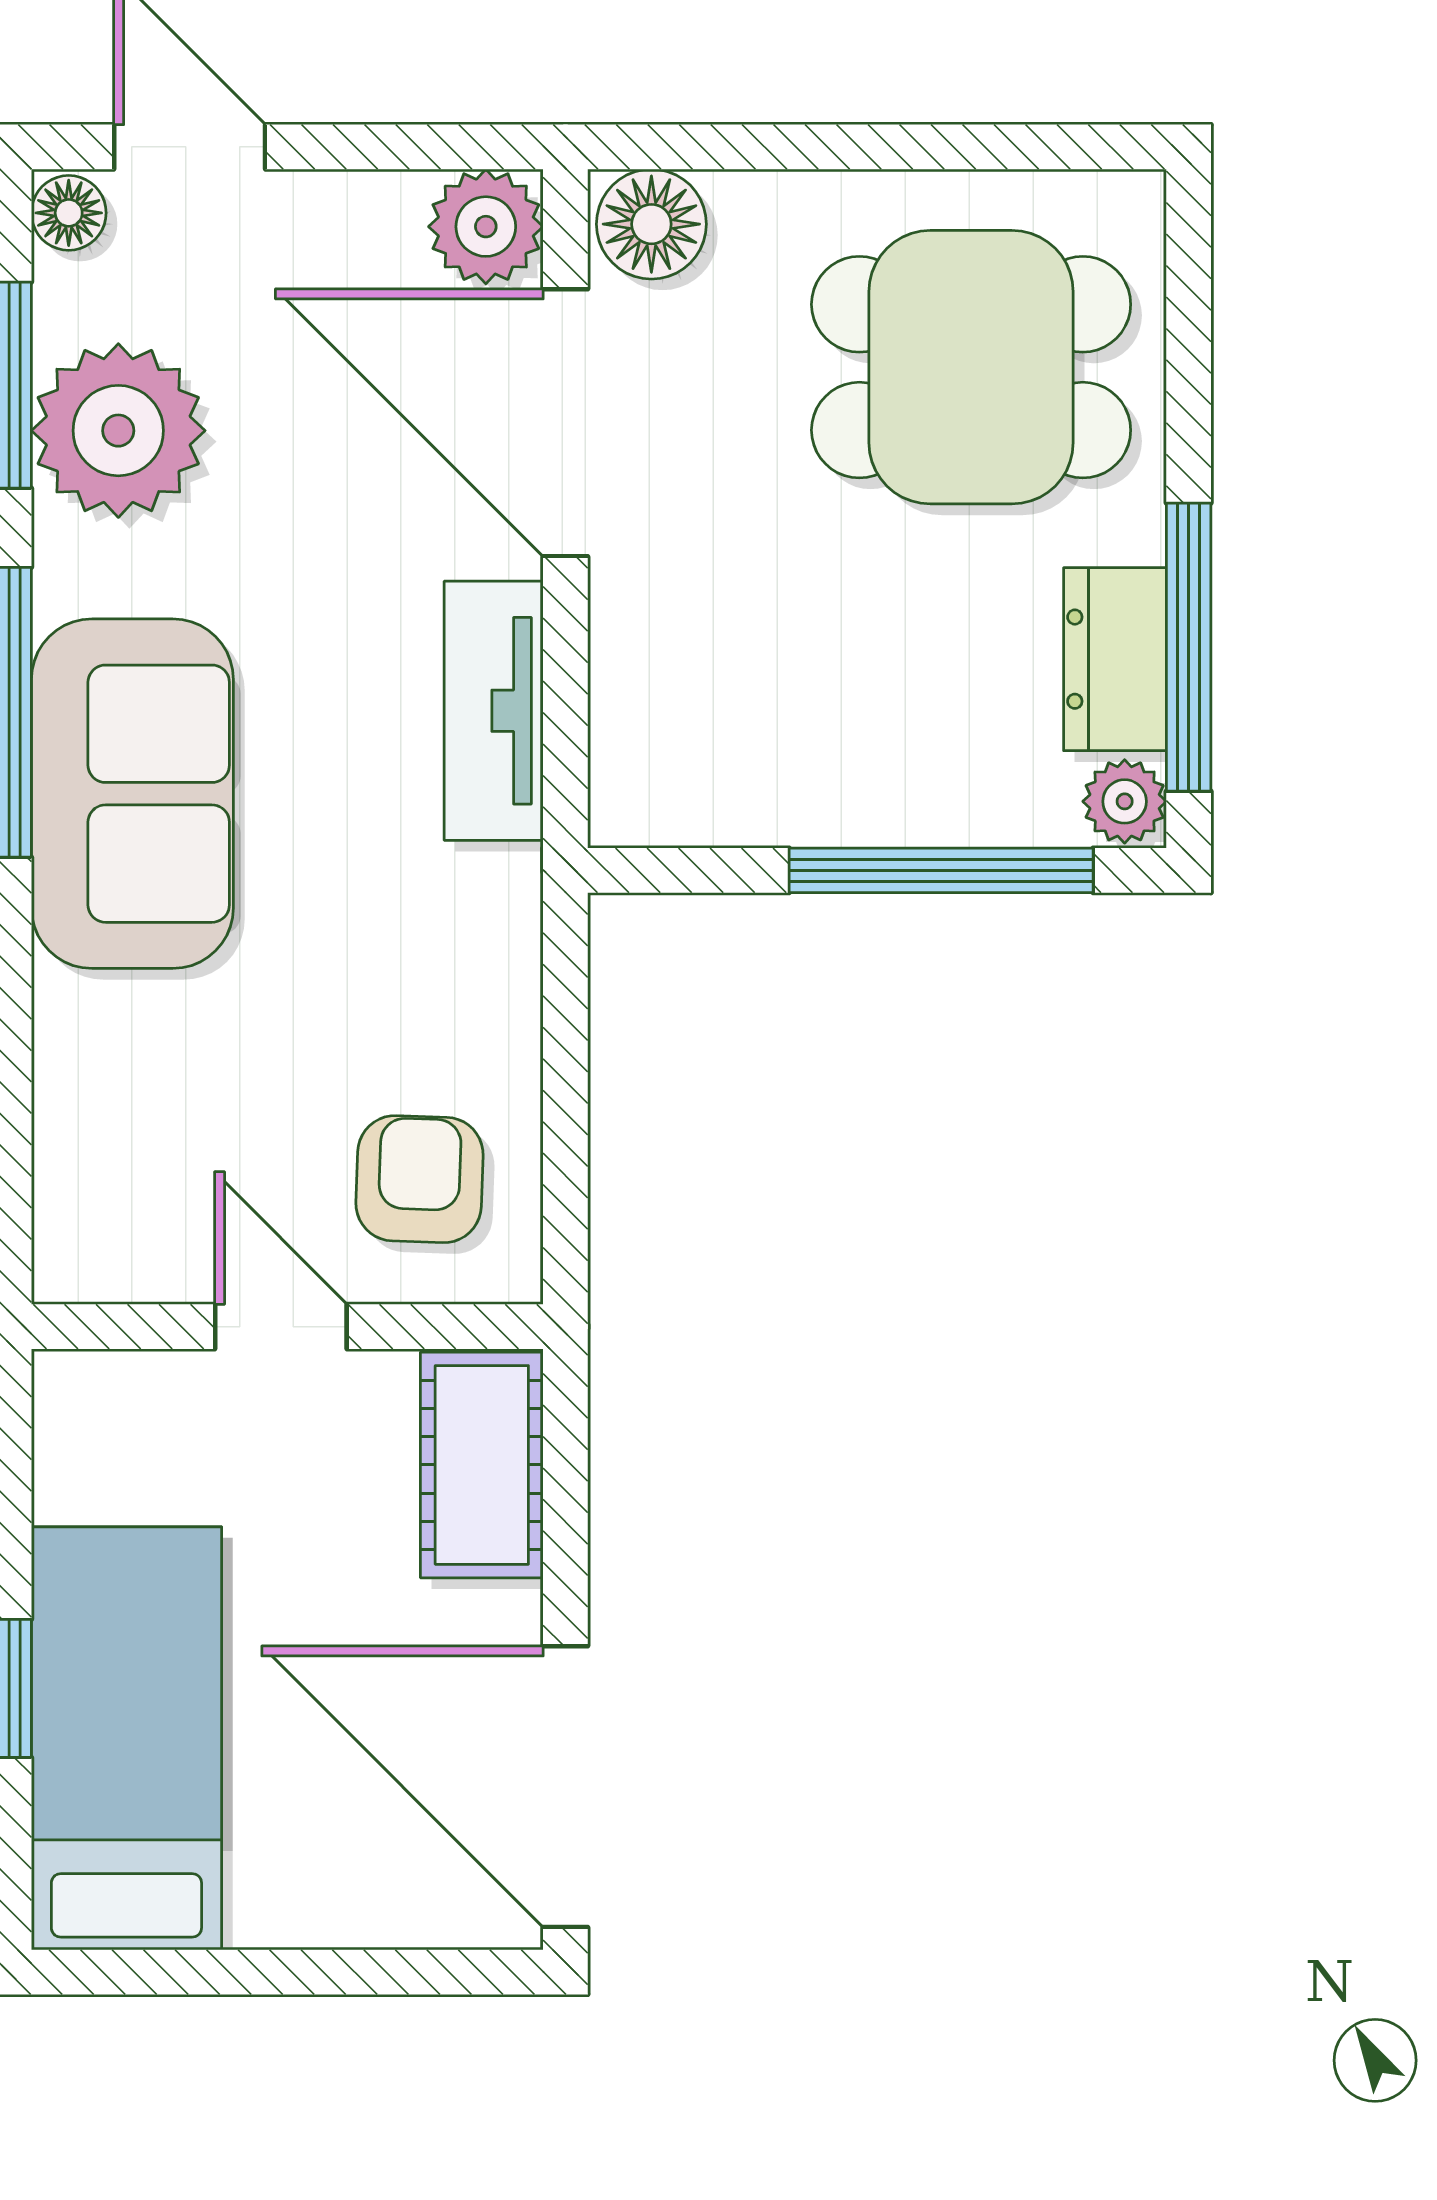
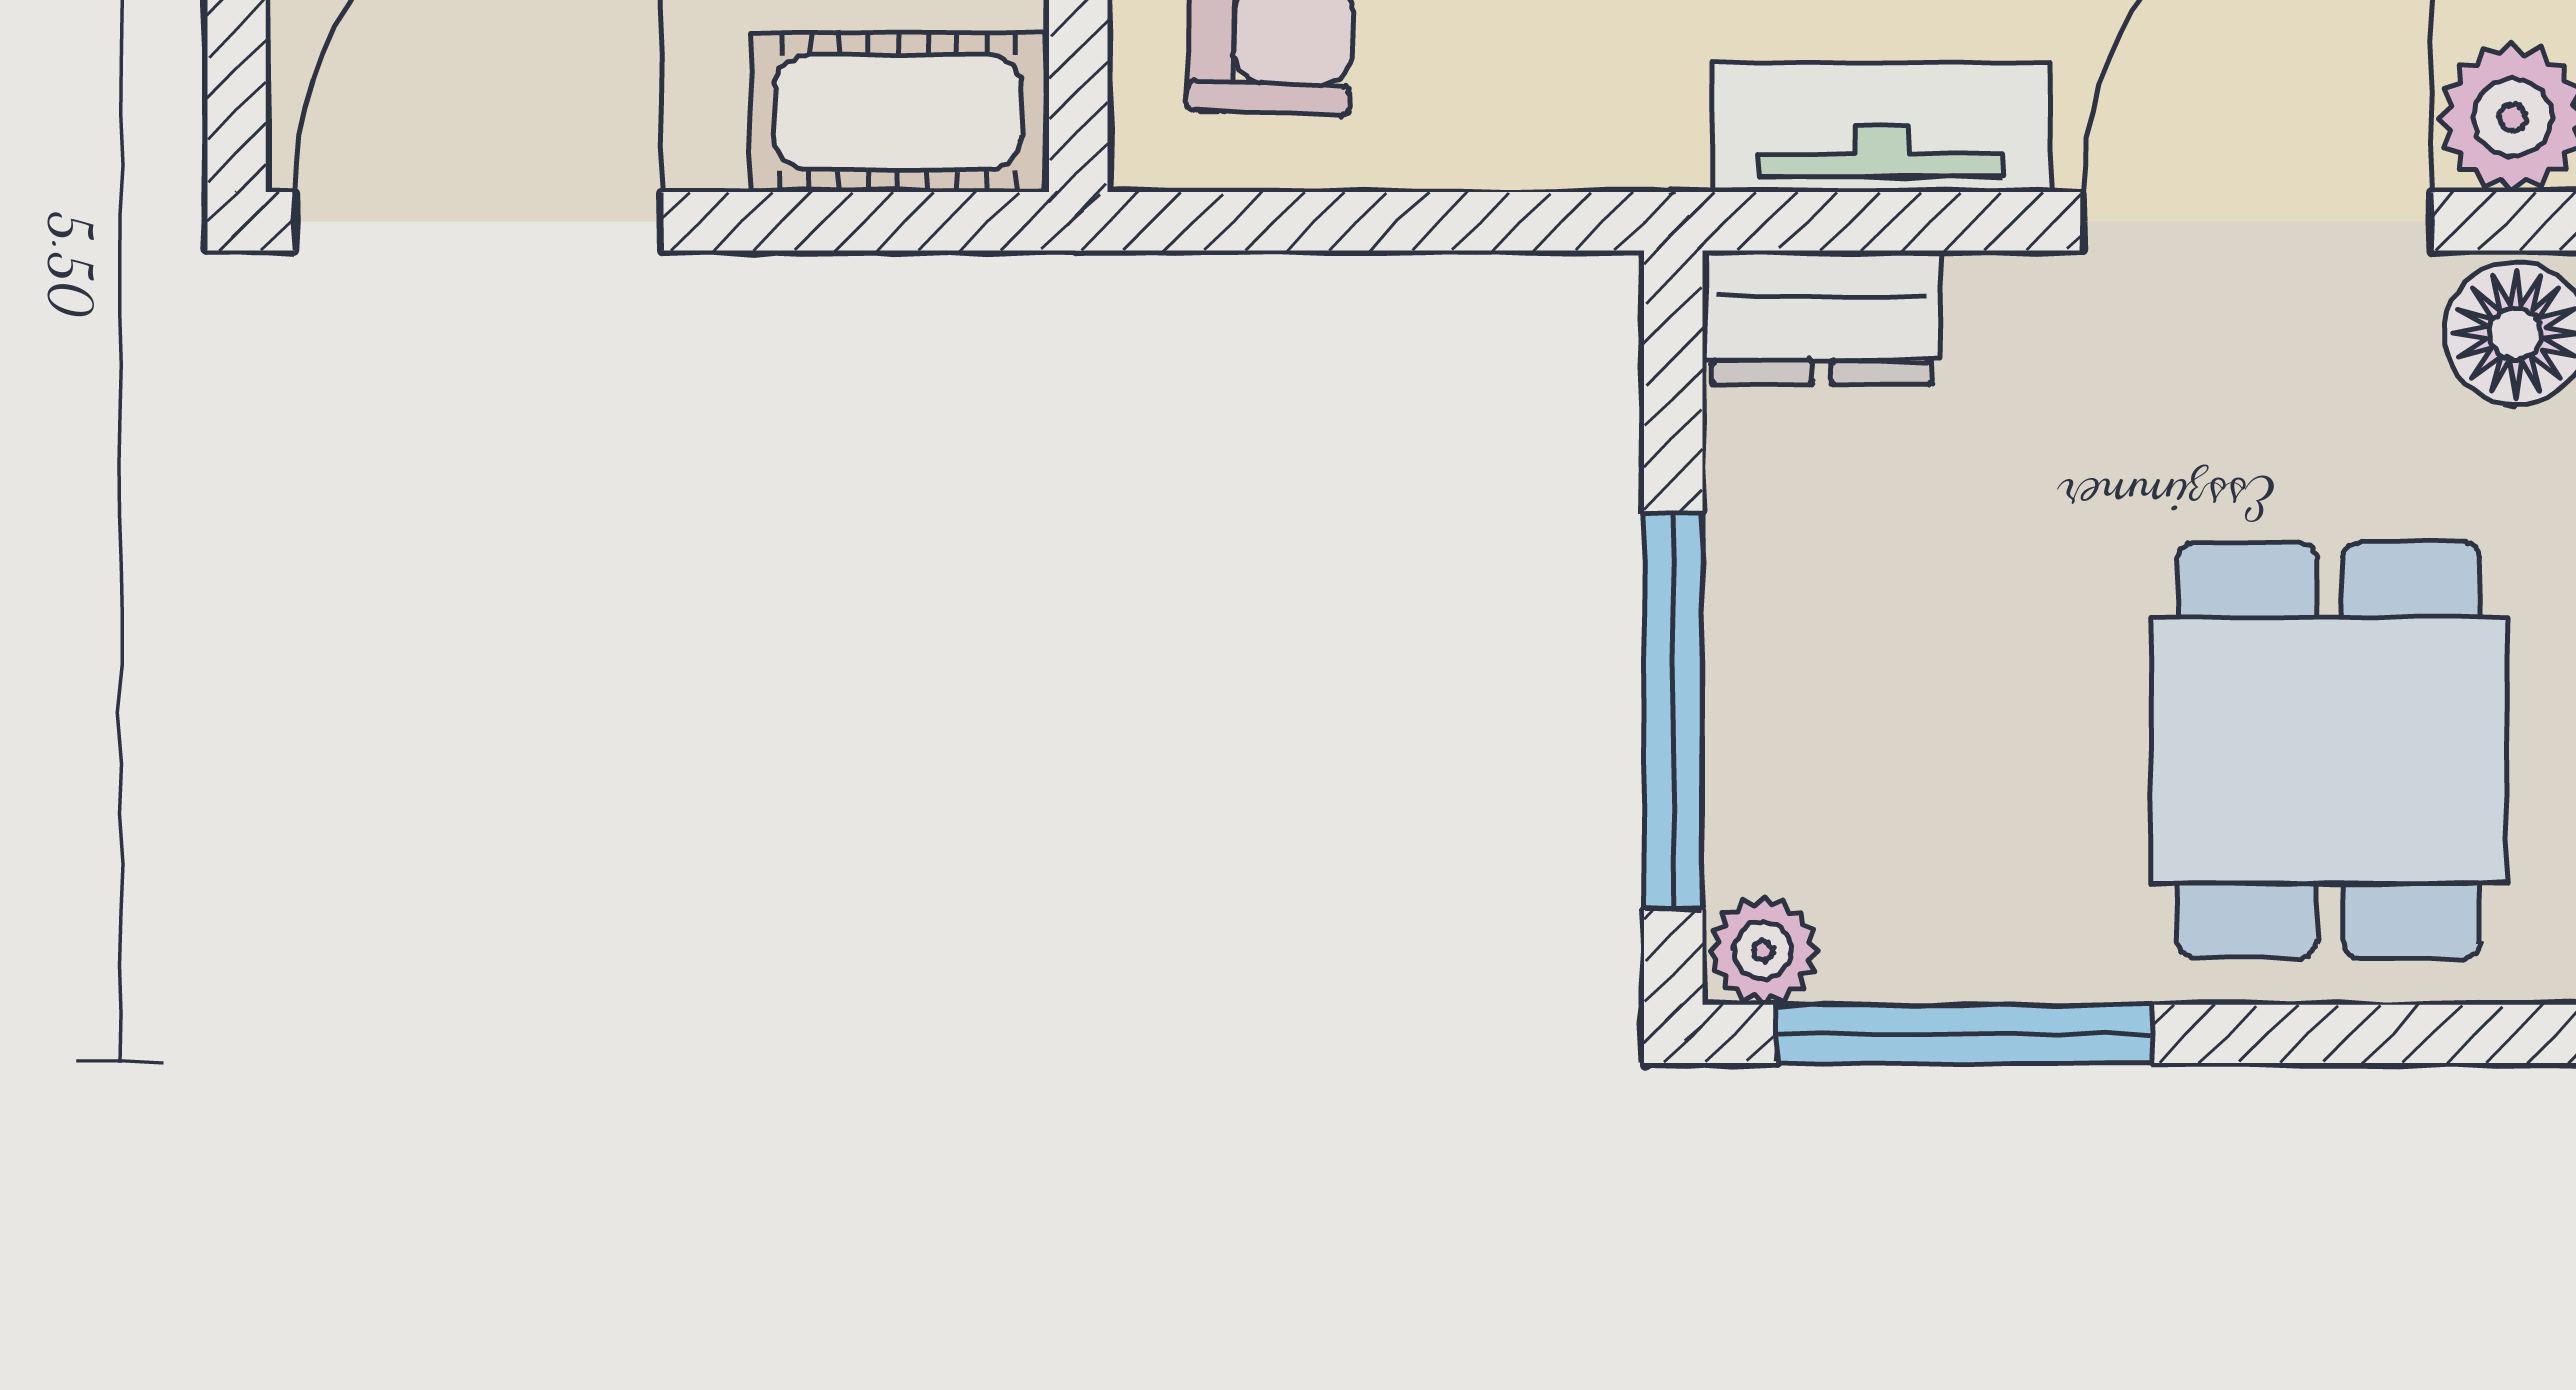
dresser: (1115, 659) -> (1822, 317), moved, turned 180

